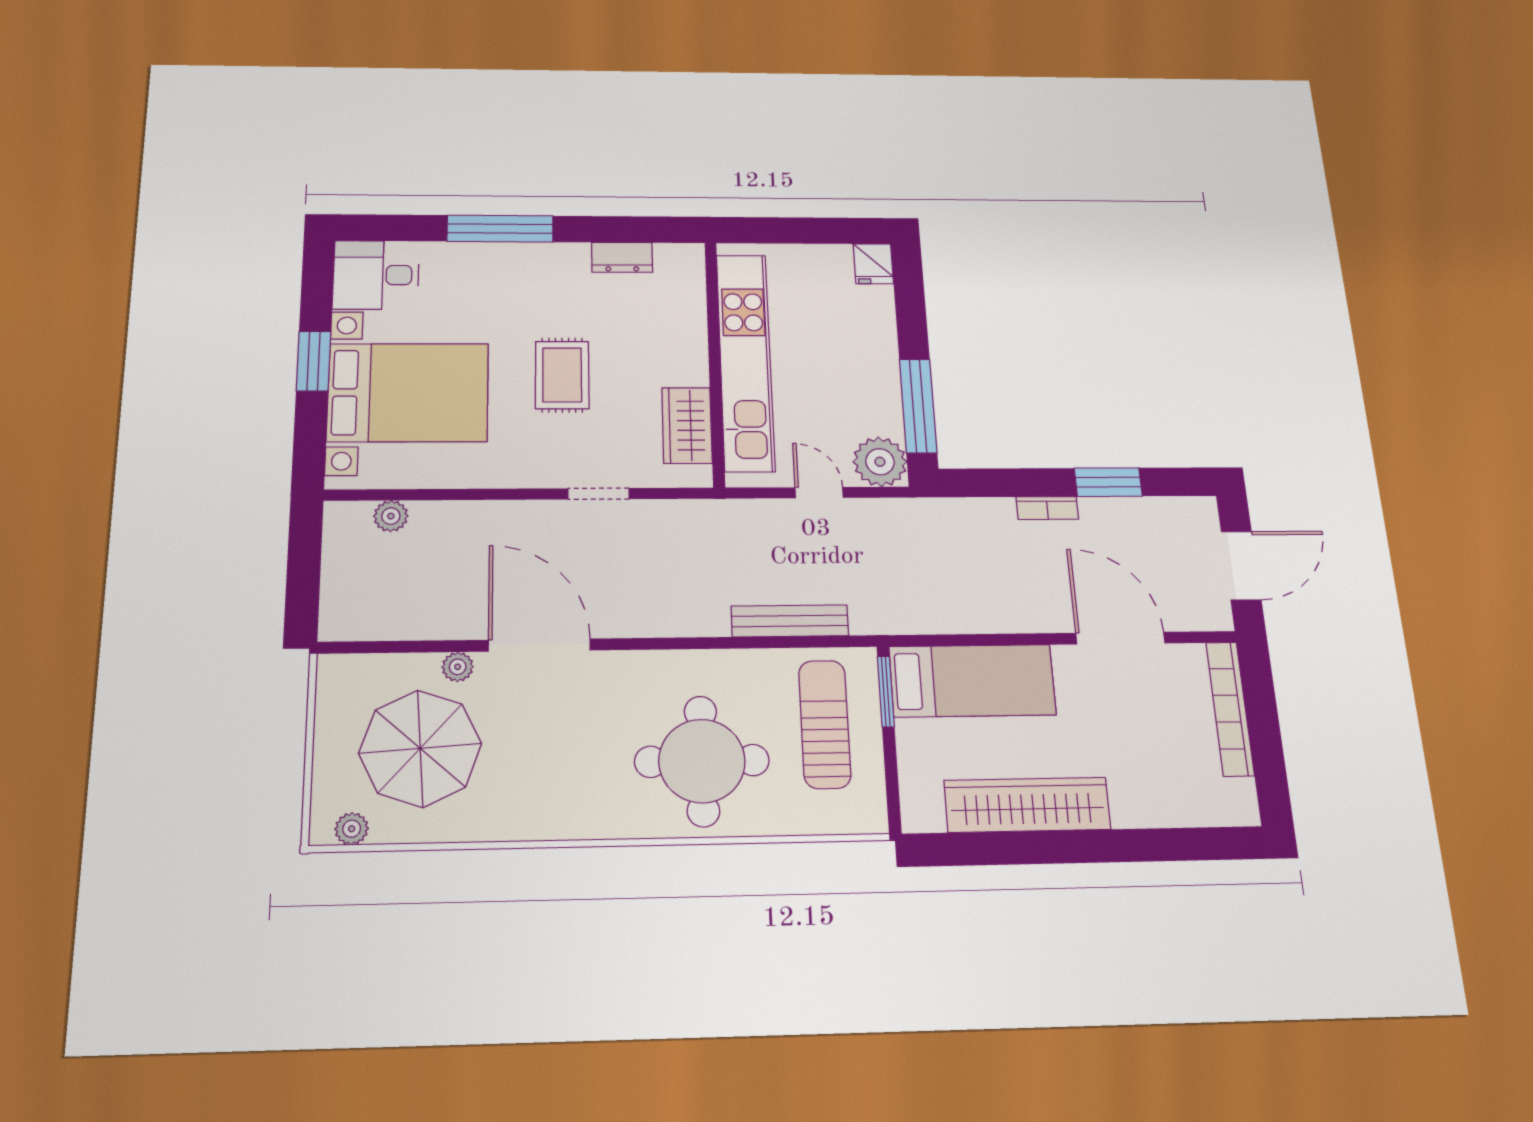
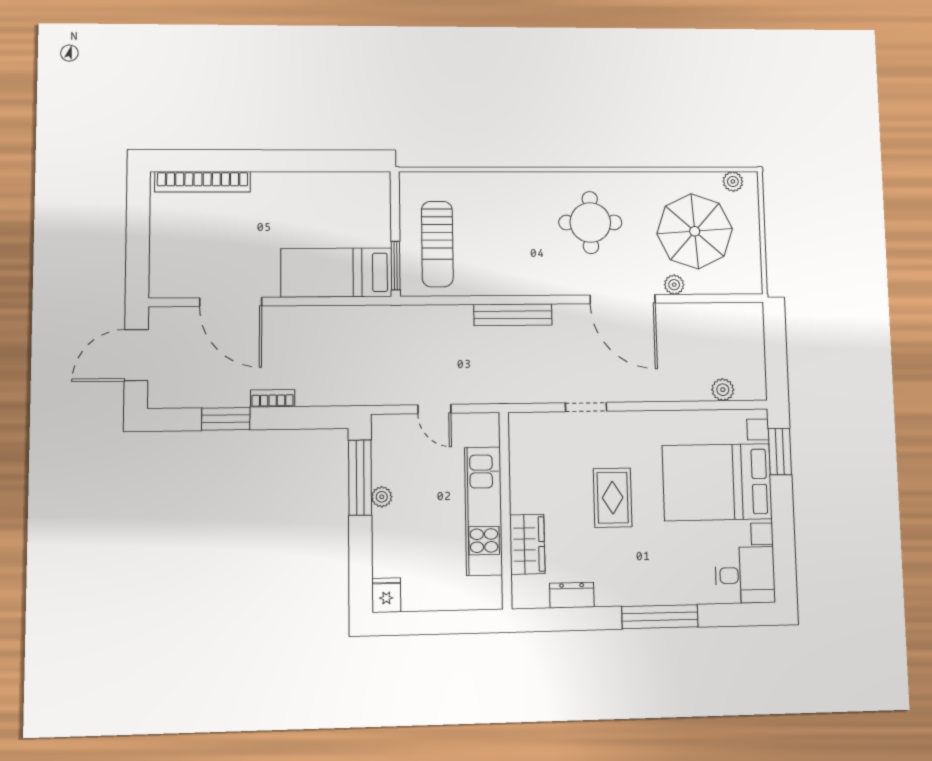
window: (314, 361) -> (780, 452), moved
kitchen unit: (745, 361) -> (484, 511), width x0.73
wardrobe: (687, 425) -> (527, 544), moved
plant: (880, 462) -> (382, 497), moved, width x0.53, depth x0.53
bench: (790, 621) -> (513, 315), moved
bookcase: (1230, 709) -> (203, 182), moved, turned 90
round table: (702, 761) -> (590, 223), moved, width x0.73, depth x0.73
wardrobe: (1027, 805) -> (307, 188), removed

